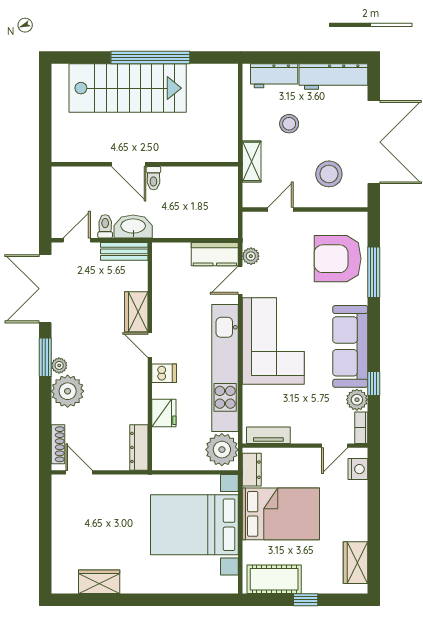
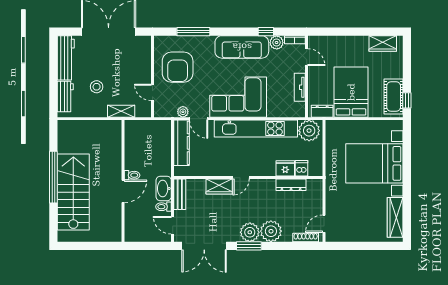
stool: (329, 174) -> (129, 61), removed
kitchen counter: (215, 254) -> (182, 143), width x1.50
armchair: (338, 259) -> (178, 67), moved
plant: (59, 365) -> (250, 232), width x1.87, depth x1.87
dishwasher: (164, 373) -> (302, 168), moved
tv unit: (268, 435) -> (300, 87), moved
dresser: (139, 447) -> (291, 185), moved
nightstand: (358, 469) -> (322, 42), removed
bed with nightstands: (194, 525) -> (374, 163), moved, turned 90
wardrobe: (99, 582) -> (395, 217), width x1.50
window: (306, 600) -> (407, 100), moved

